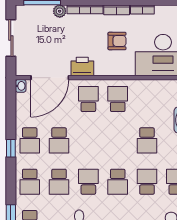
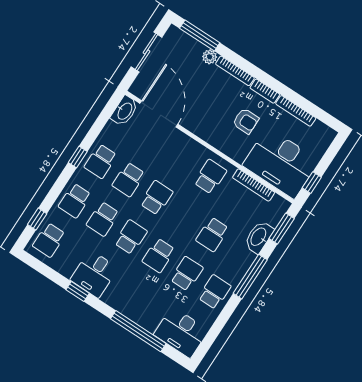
bookcase: (142, 10) -> (296, 111), width x1.56
printer: (82, 66) -> (197, 124), removed
door: (50, 78) -> (159, 114), swing flipped
bookcase: (154, 84) -> (254, 185), added
washbasin: (21, 86) -> (124, 111), width x1.91, depth x1.45
school desk: (88, 99) -> (156, 198), moved

